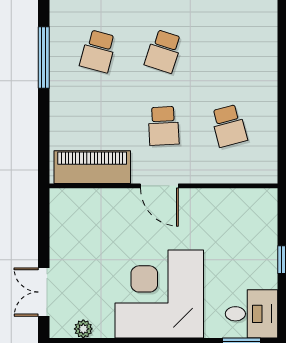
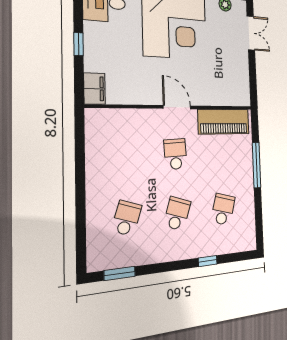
window: (44, 58) -> (257, 165), moved
school desk: (229, 126) -> (127, 218), moved, turned 33
filing cabinet: (265, 207) -> (94, 89), added

